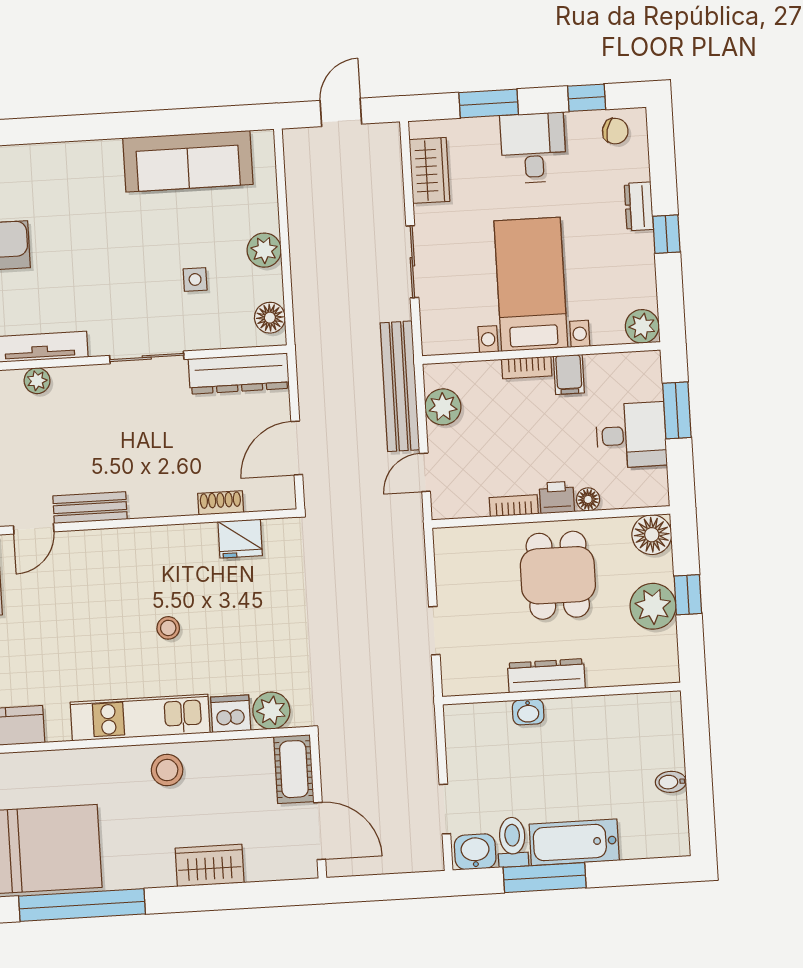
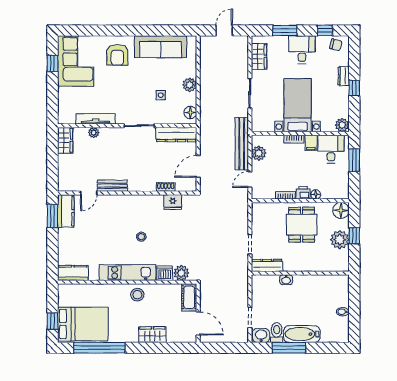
armchair: (83, 187) -> (117, 55), added
desk: (631, 435) -> (331, 149), moved, turned -90
dresser: (546, 676) -> (267, 265), moved

